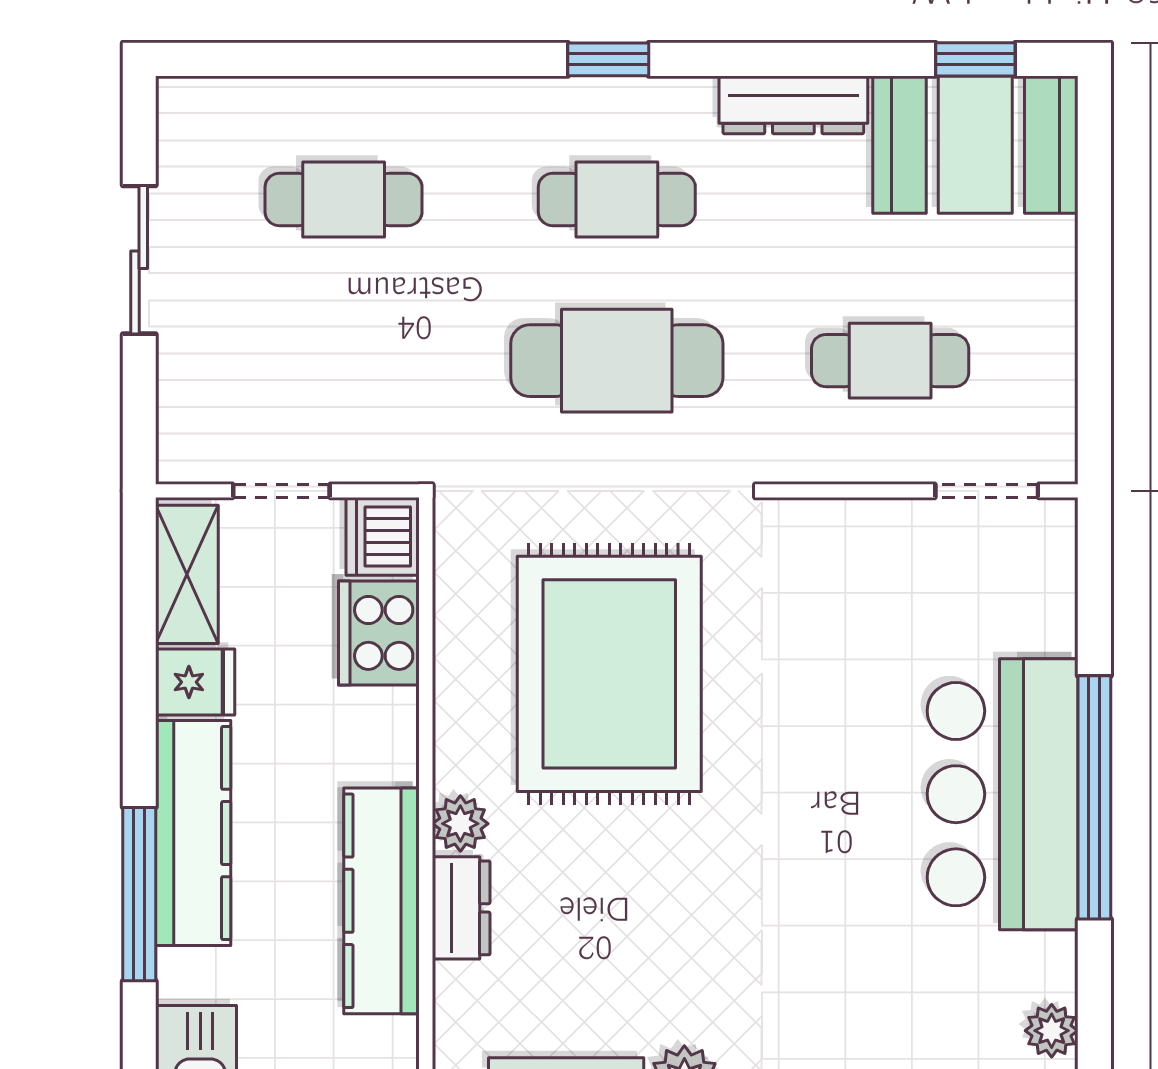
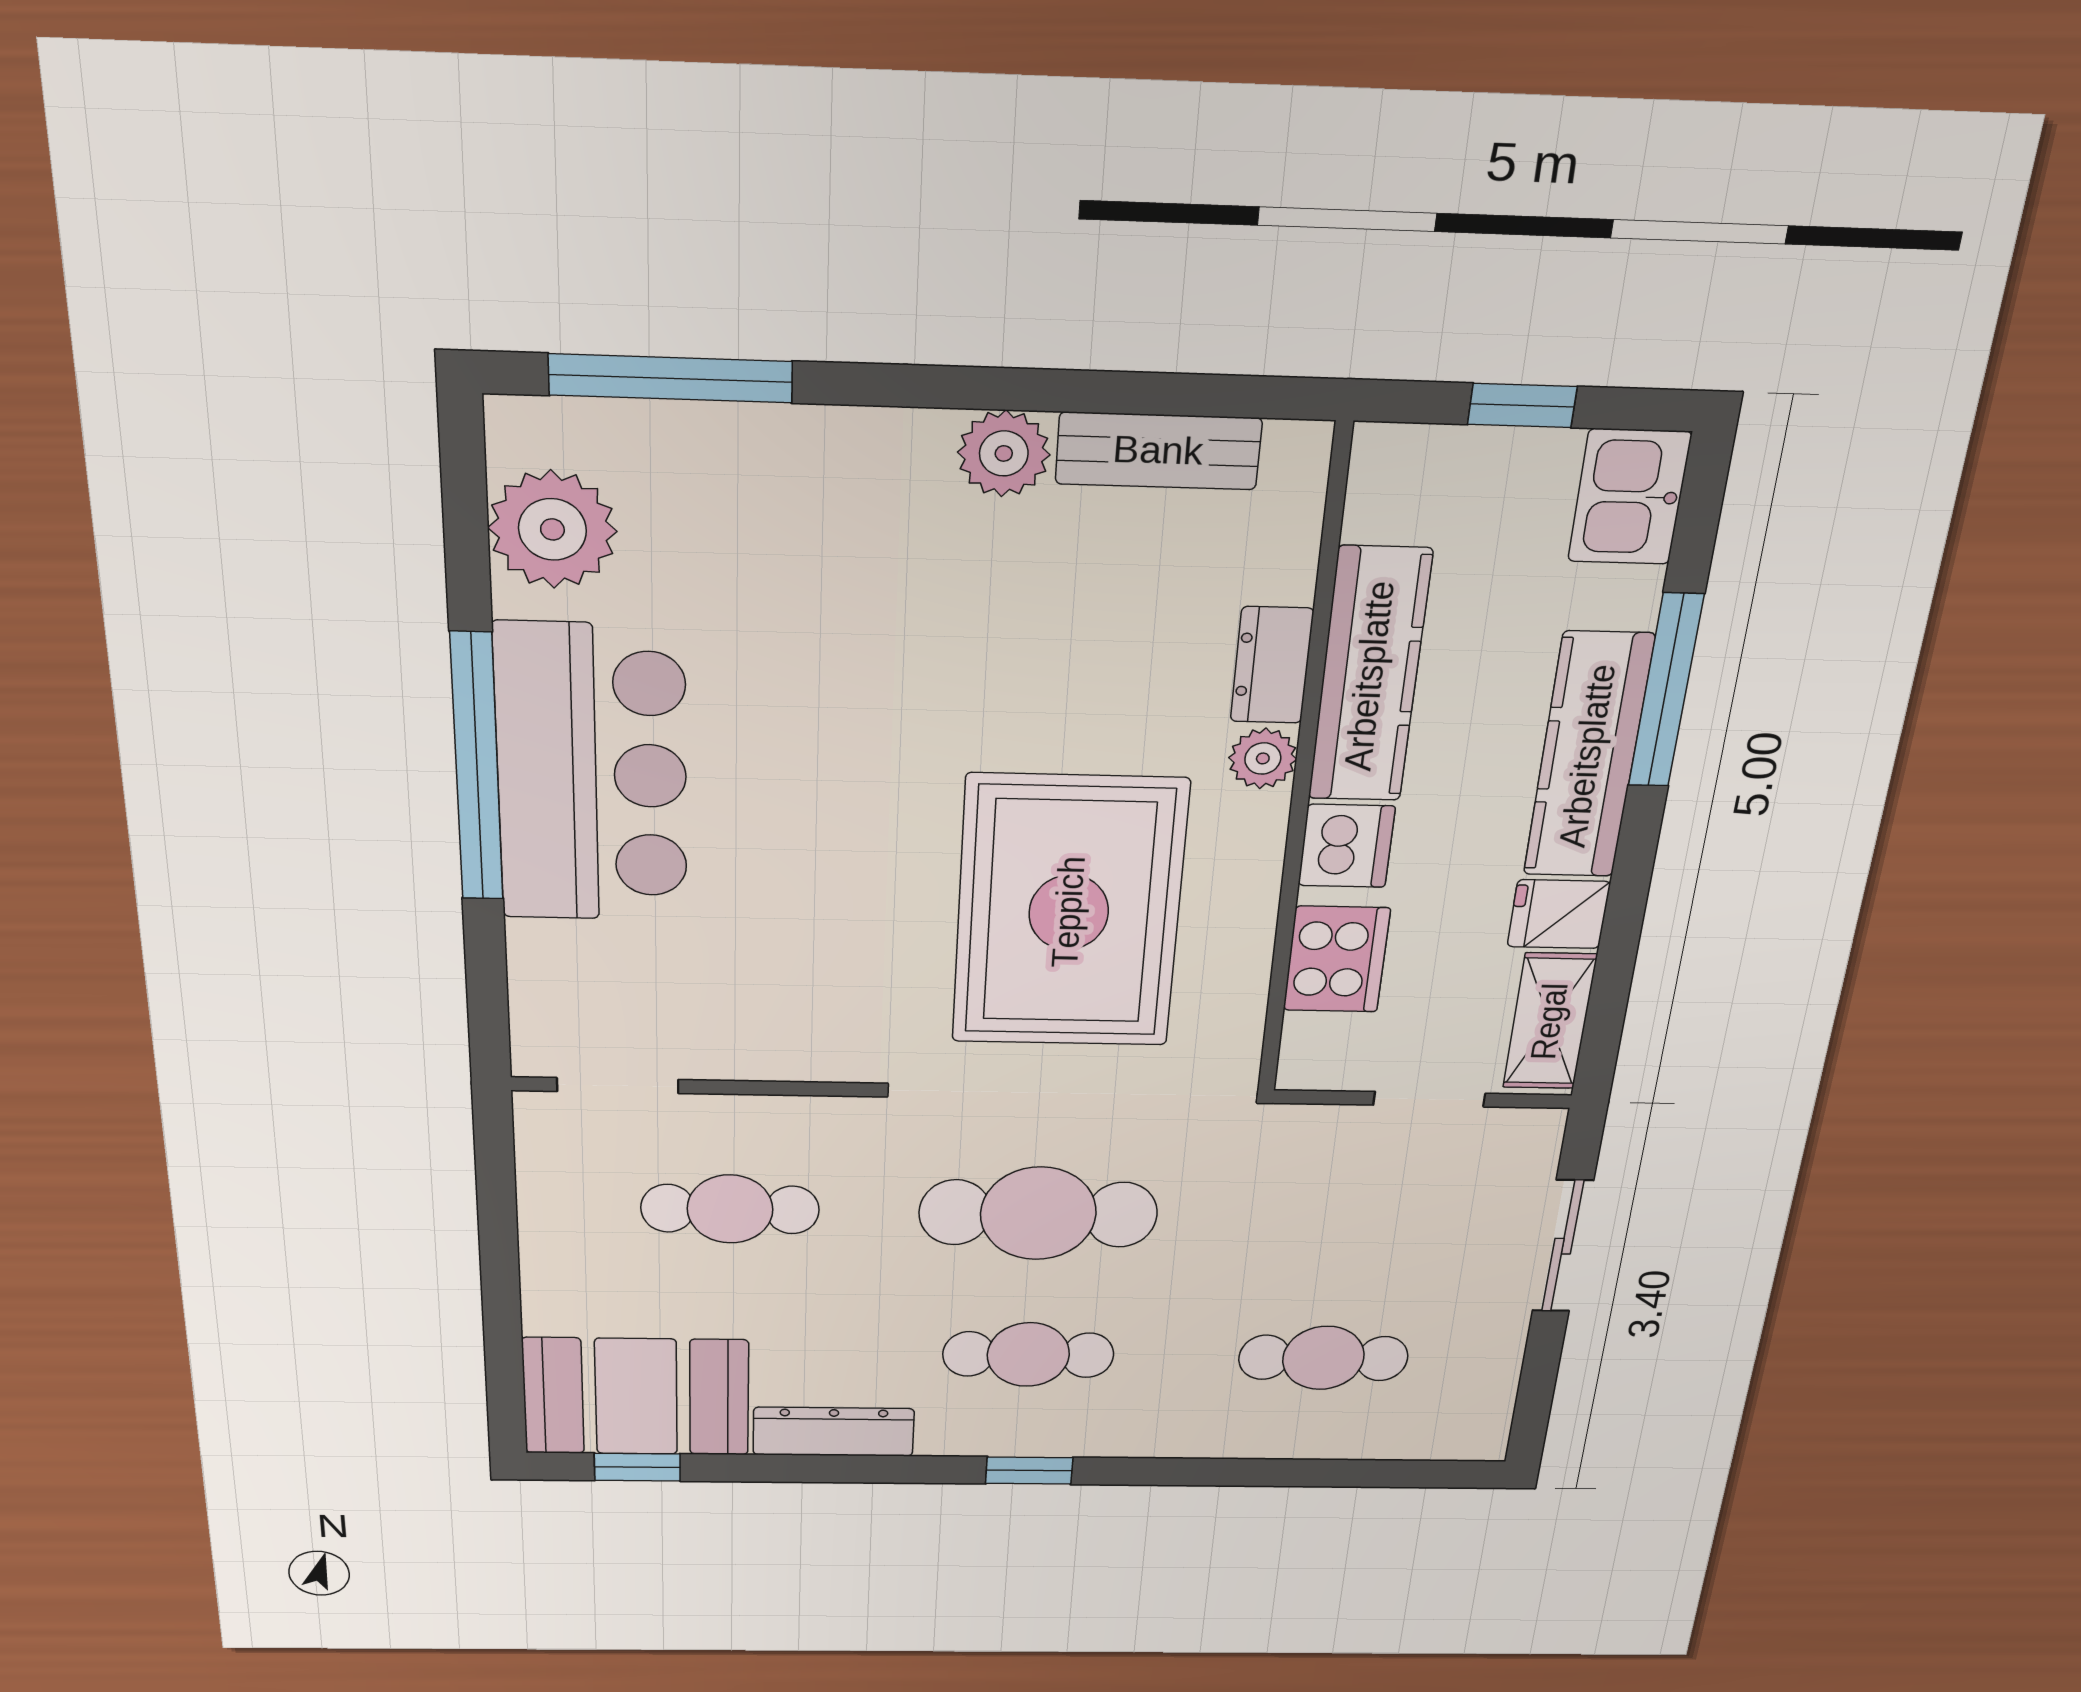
sliding door: (139, 260) -> (1563, 1246), moved
dishwasher: (383, 536) -> (1346, 846), moved
plant: (1052, 1031) -> (552, 529), width x1.88, depth x1.88

